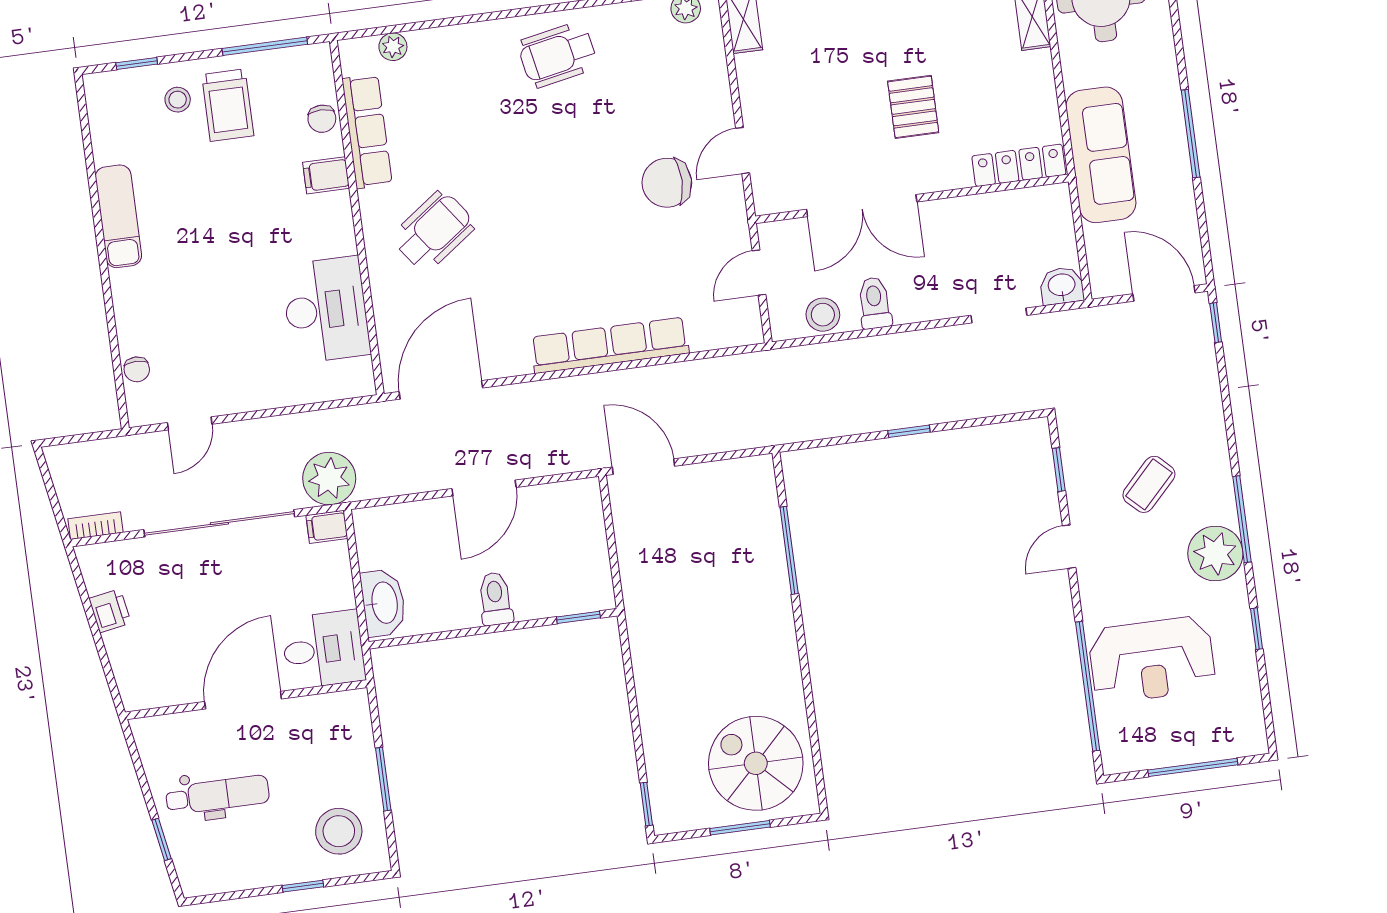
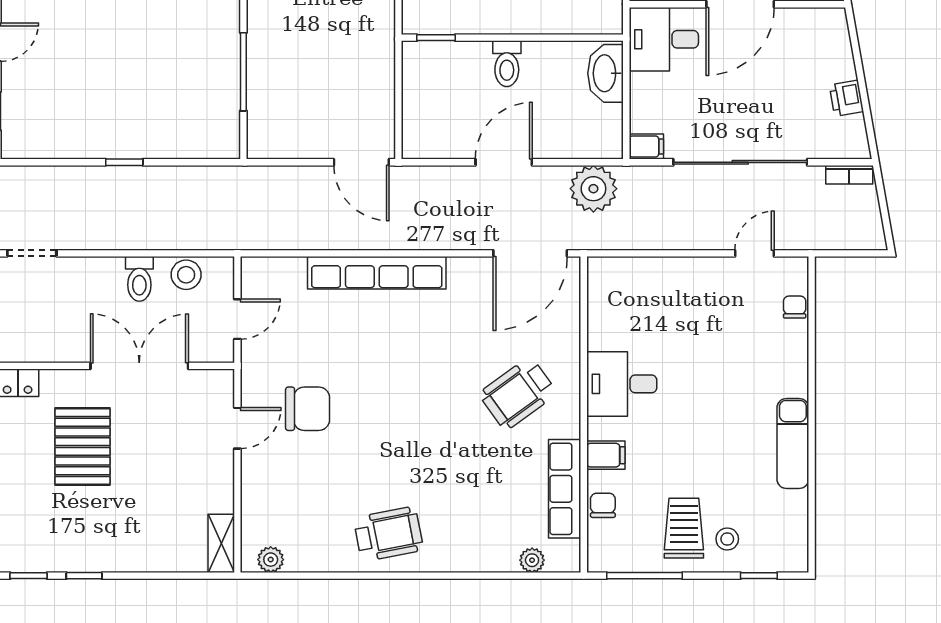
pallet: (913, 107) -> (83, 447), width x1.50, depth x1.42
desk: (326, 310) -> (622, 384), moved, width x0.73
plant: (329, 479) -> (593, 189), moved

